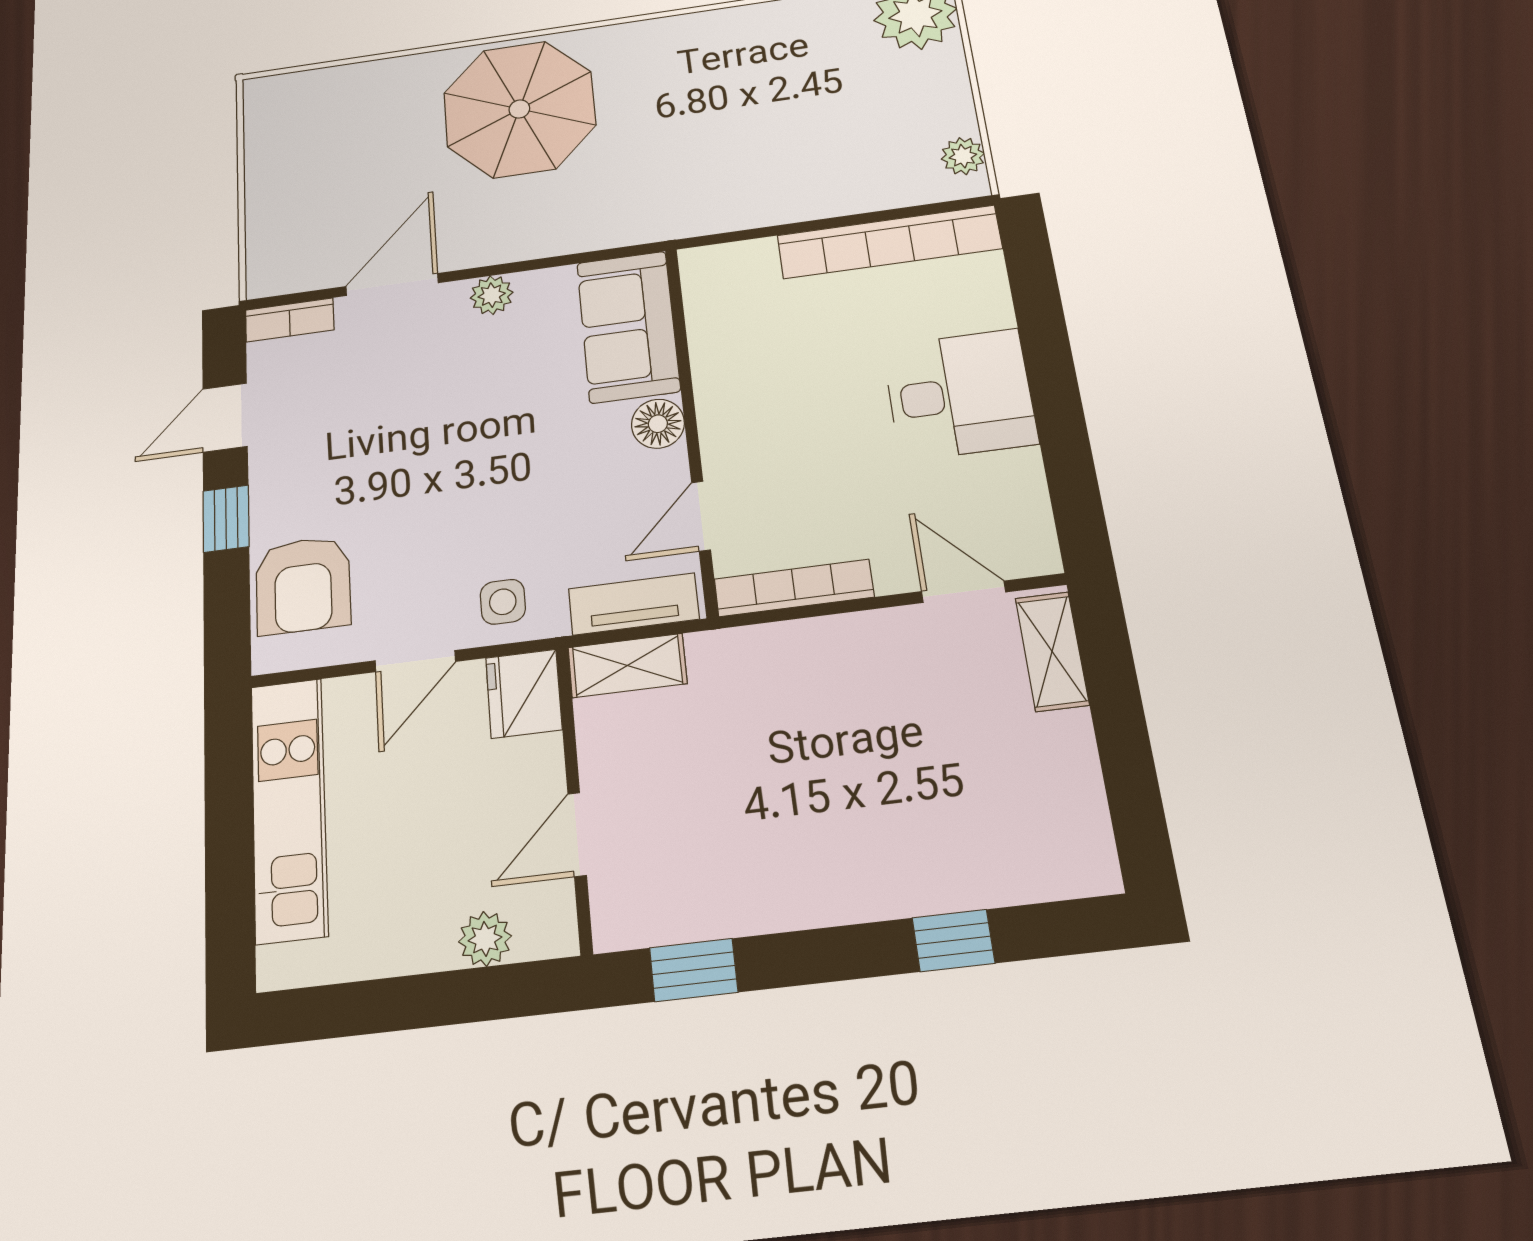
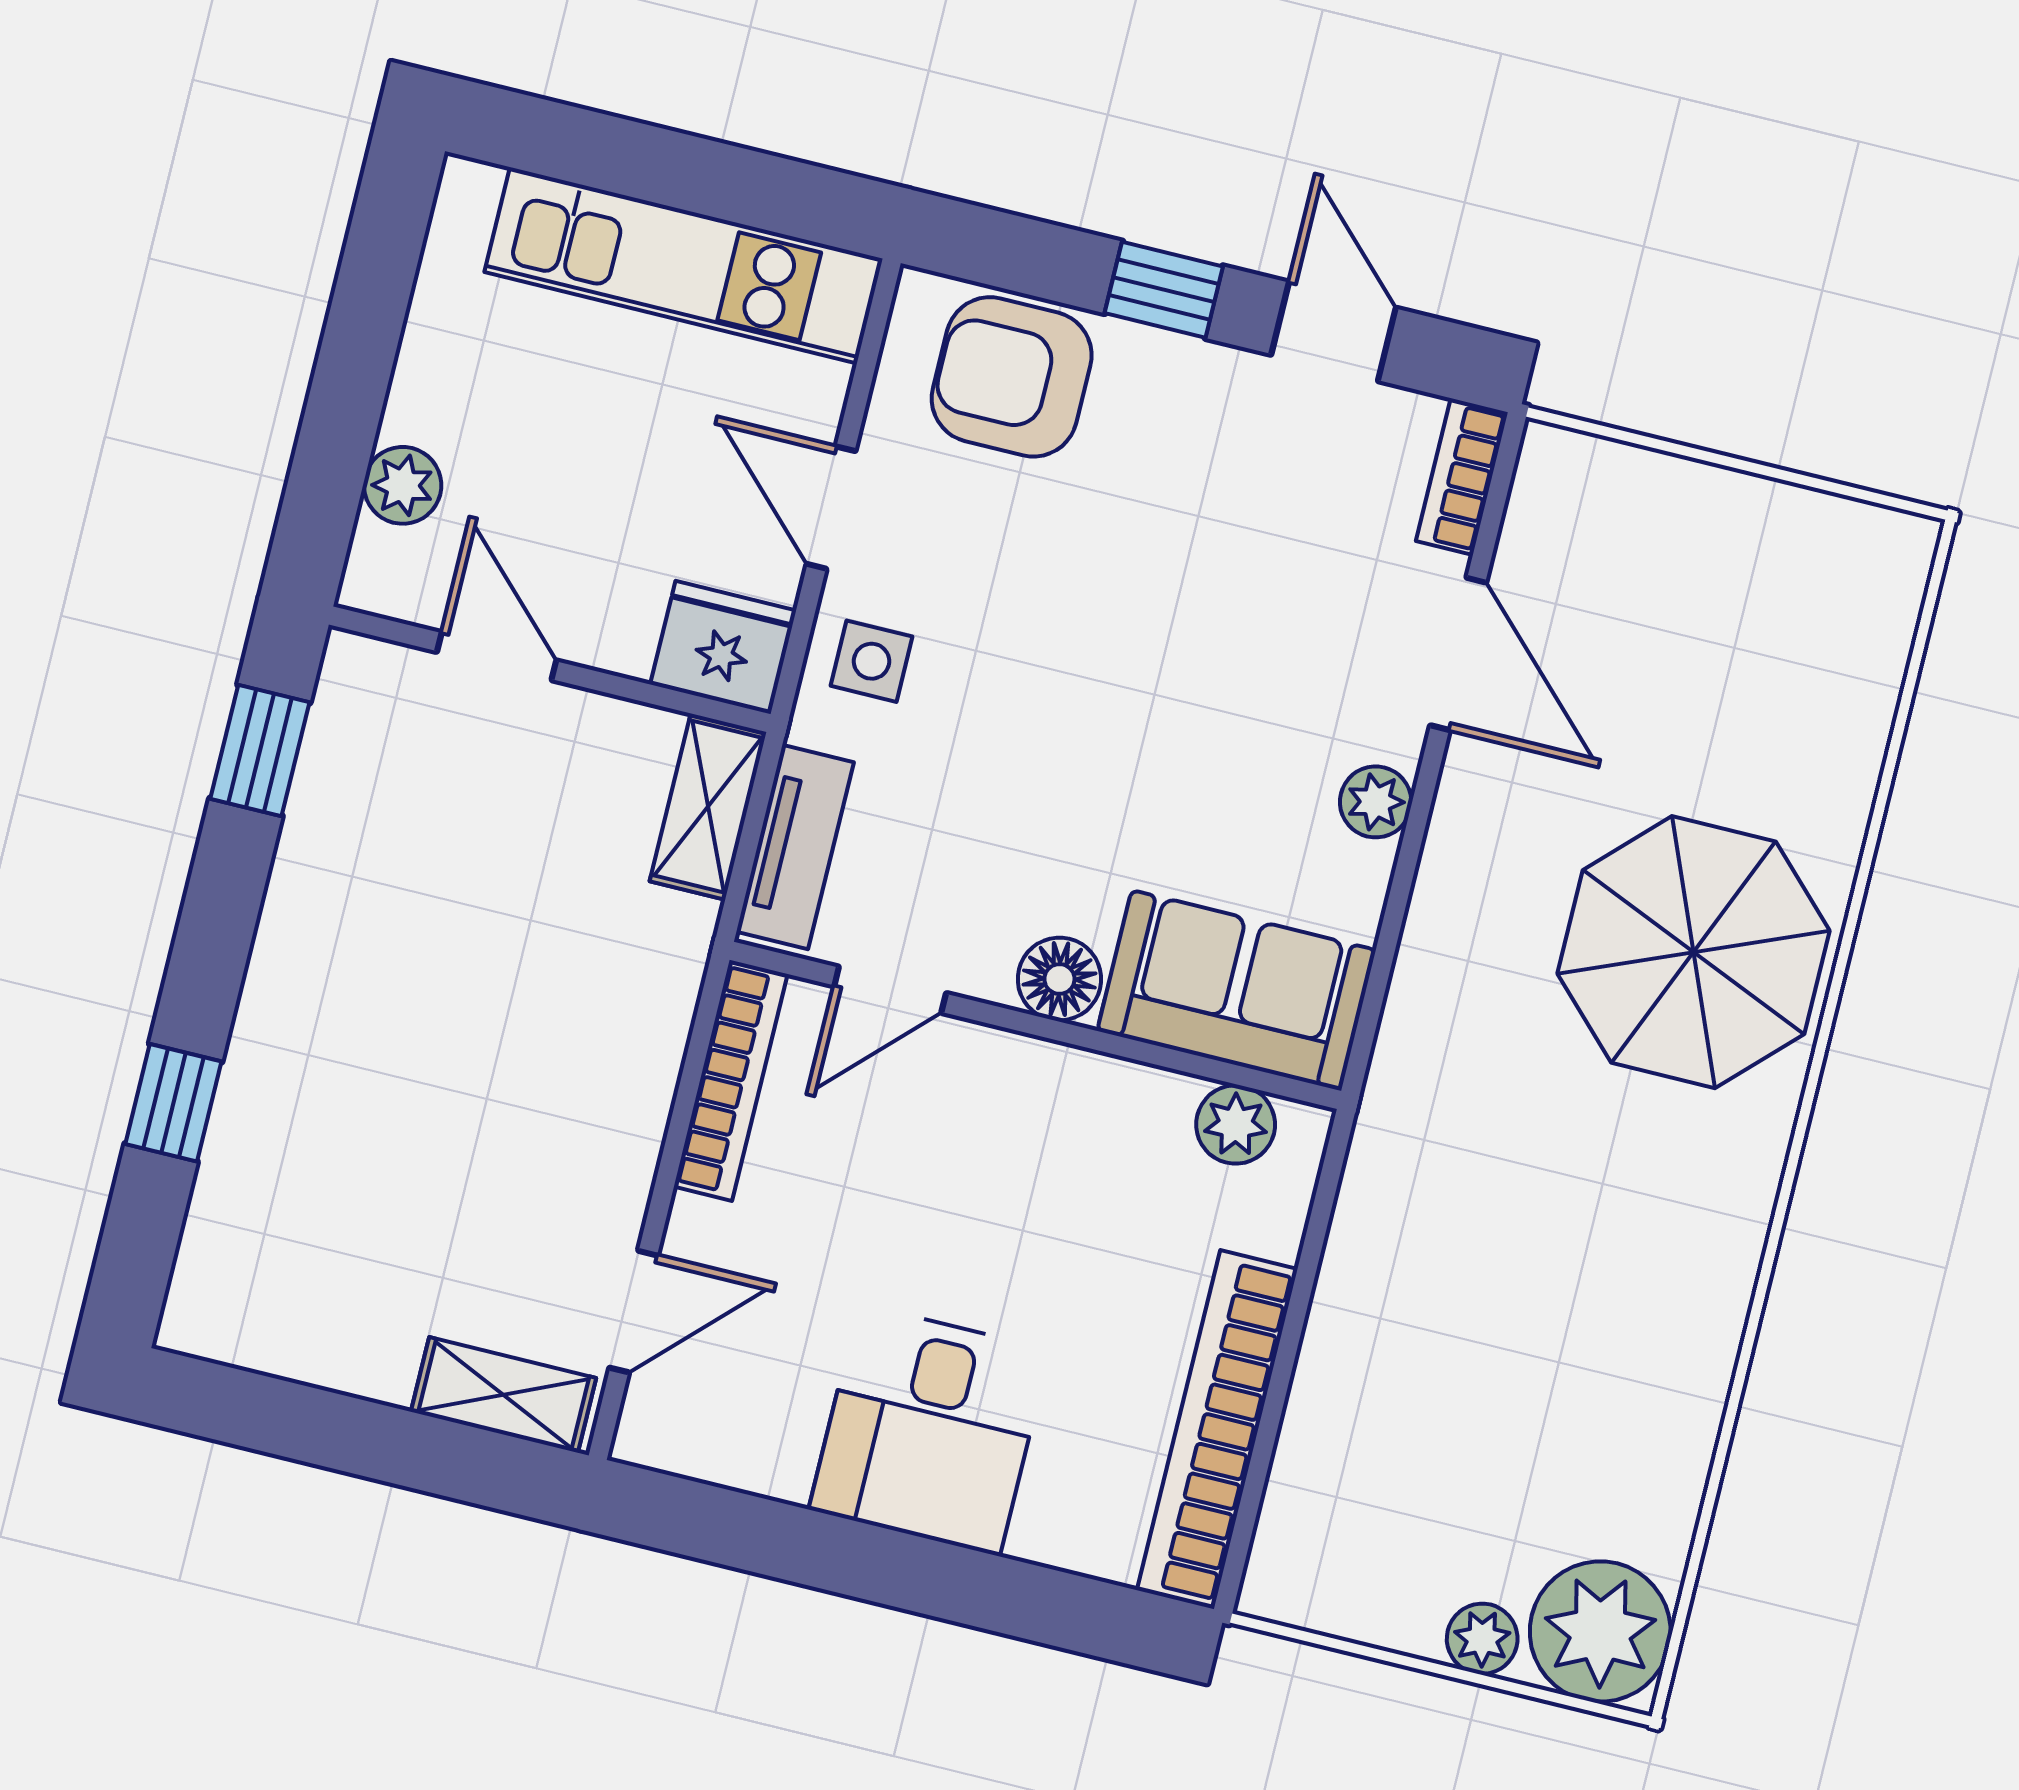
plant: (963, 156) -> (1482, 1639), moved
plant: (707, 298) -> (1236, 1125), added
door: (701, 516) -> (890, 990), swing flipped

